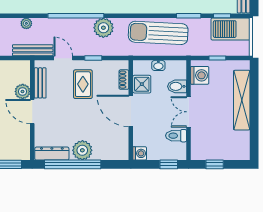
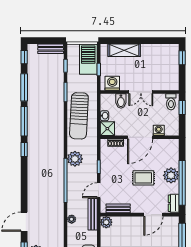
barbecue: (231, 29) -> (88, 59), moved, turned 180
rug: (83, 84) -> (143, 178), moved
shower: (142, 84) -> (107, 129), moved
plant: (23, 91) -> (106, 222), moved
shelving: (242, 100) -> (124, 50), width x0.68
door: (32, 112) -> (153, 215), moved
toilet: (176, 136) -> (171, 102), moved
washing machine: (140, 153) -> (159, 130), moved
dresser: (52, 154) -> (174, 203), width x0.70
window: (215, 164) -> (182, 58), moved

